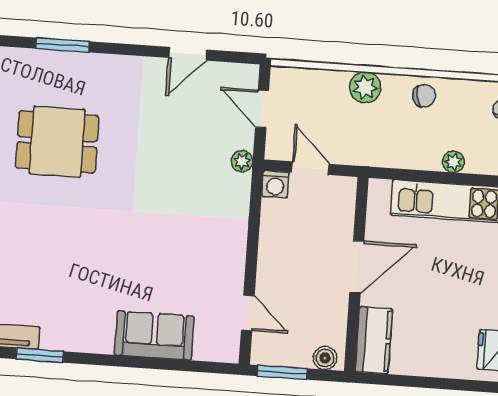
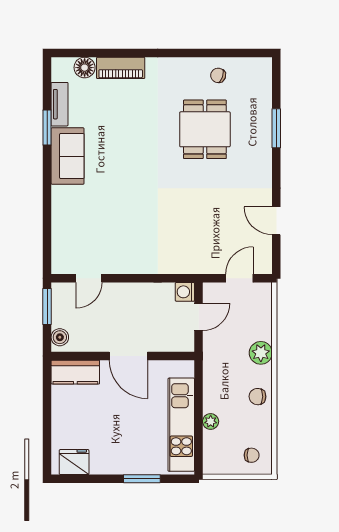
chair: (424, 96) -> (257, 397), turned 103
plant: (242, 161) -> (200, 266), removed
sofa: (154, 335) -> (68, 156), moved

